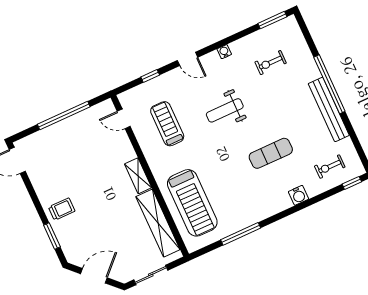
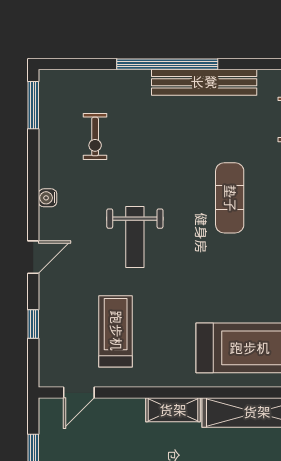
treadmill: (167, 124) -> (116, 331), turned 90

